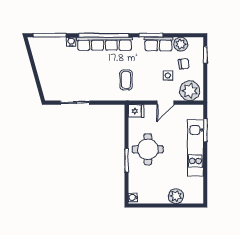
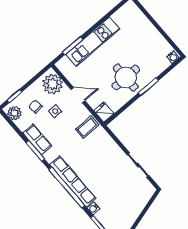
plant: (181, 44) -> (14, 113), moved
coffee table: (126, 80) -> (87, 127), moved
plant: (176, 196) -> (143, 25), removed

